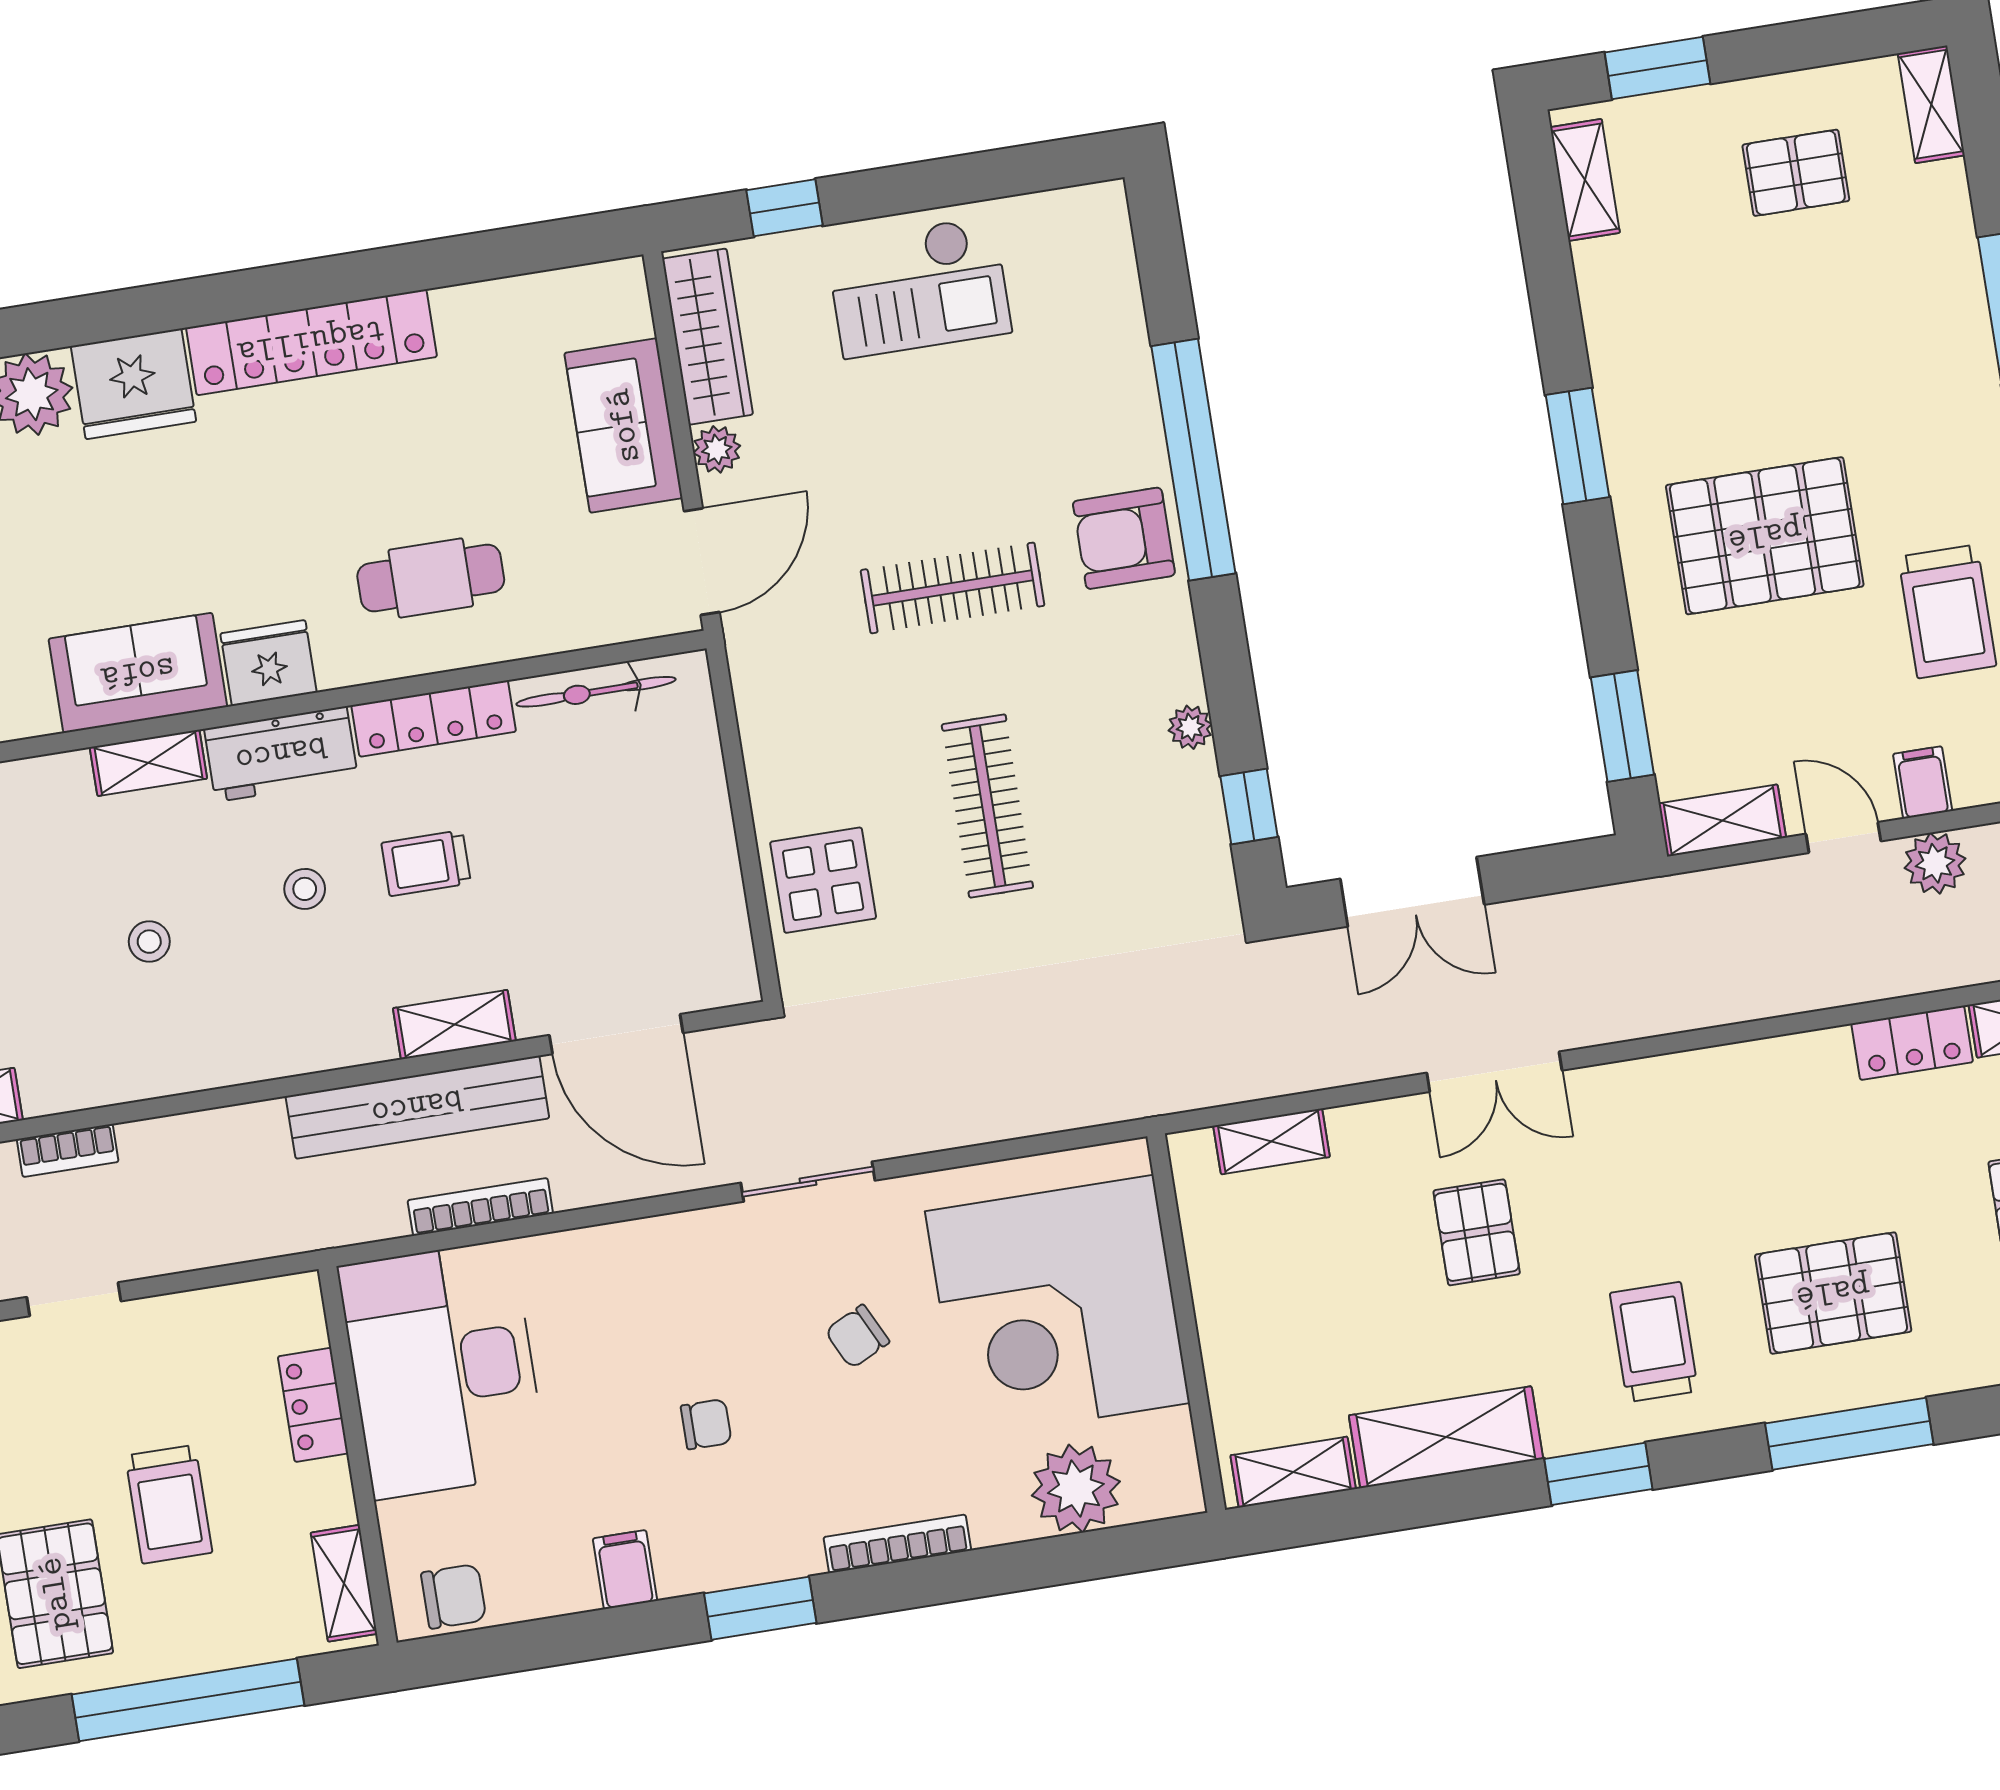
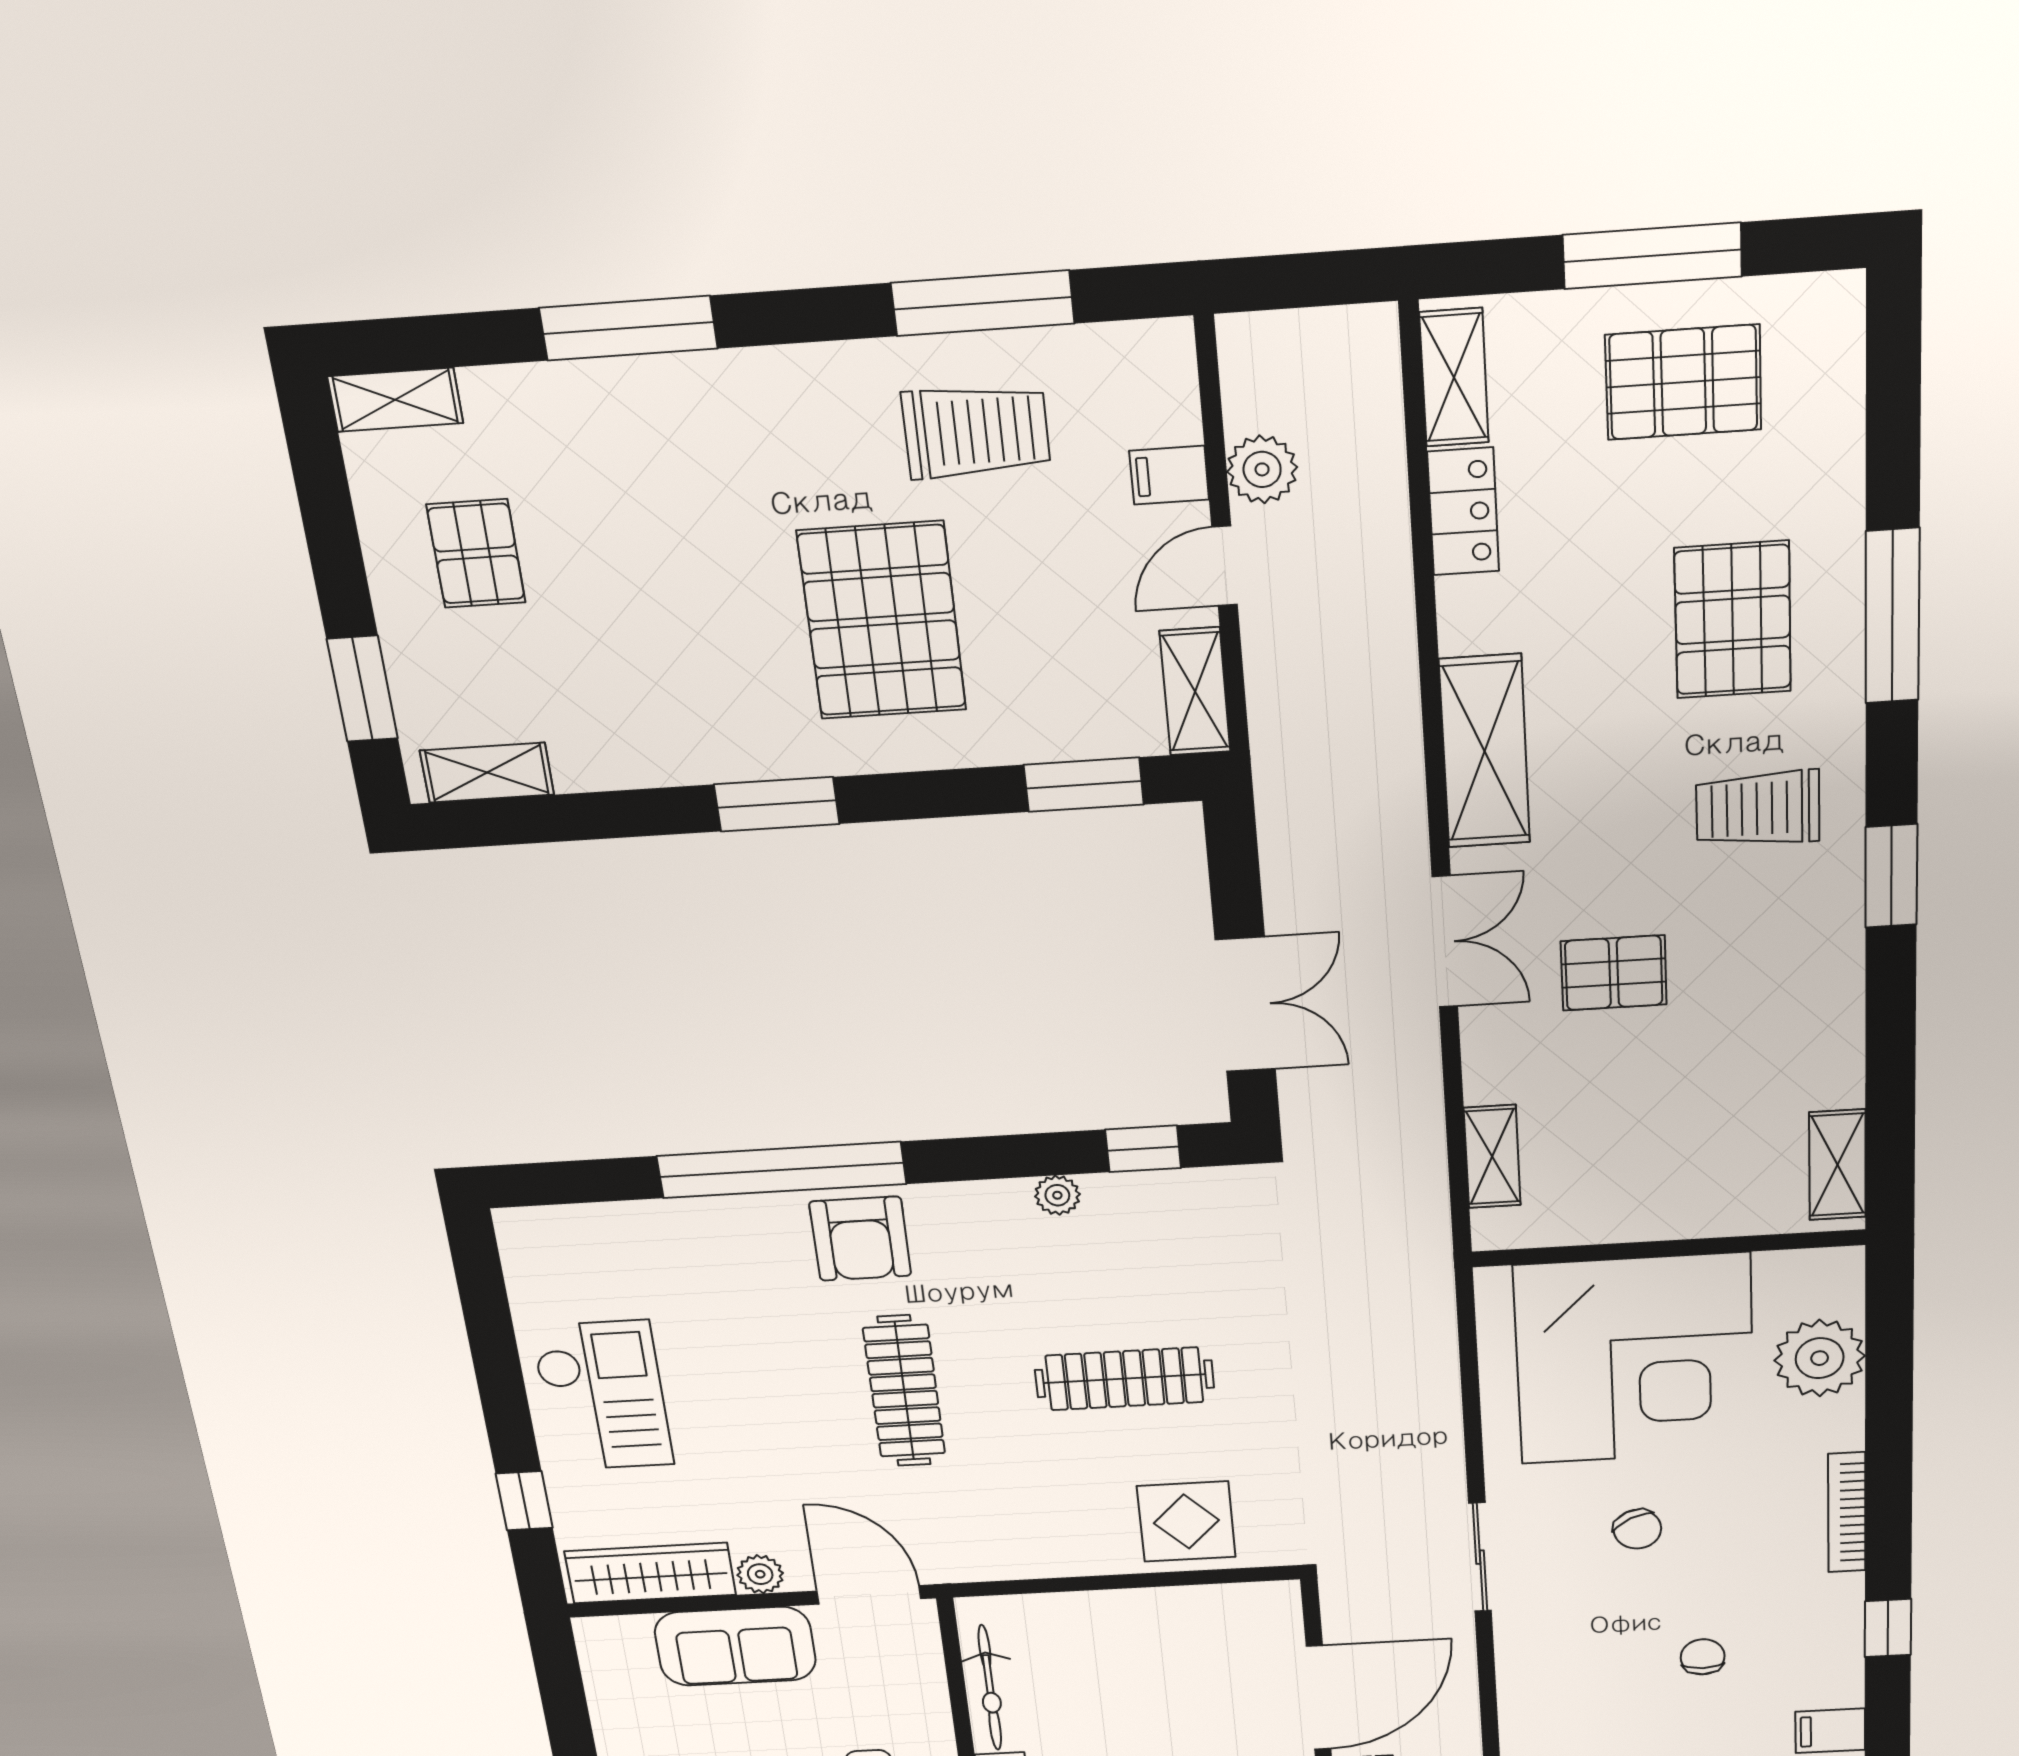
shelving: (1446, 1437) -> (1485, 751), moved
window: (760, 1608) -> (1888, 1628), width x0.67

